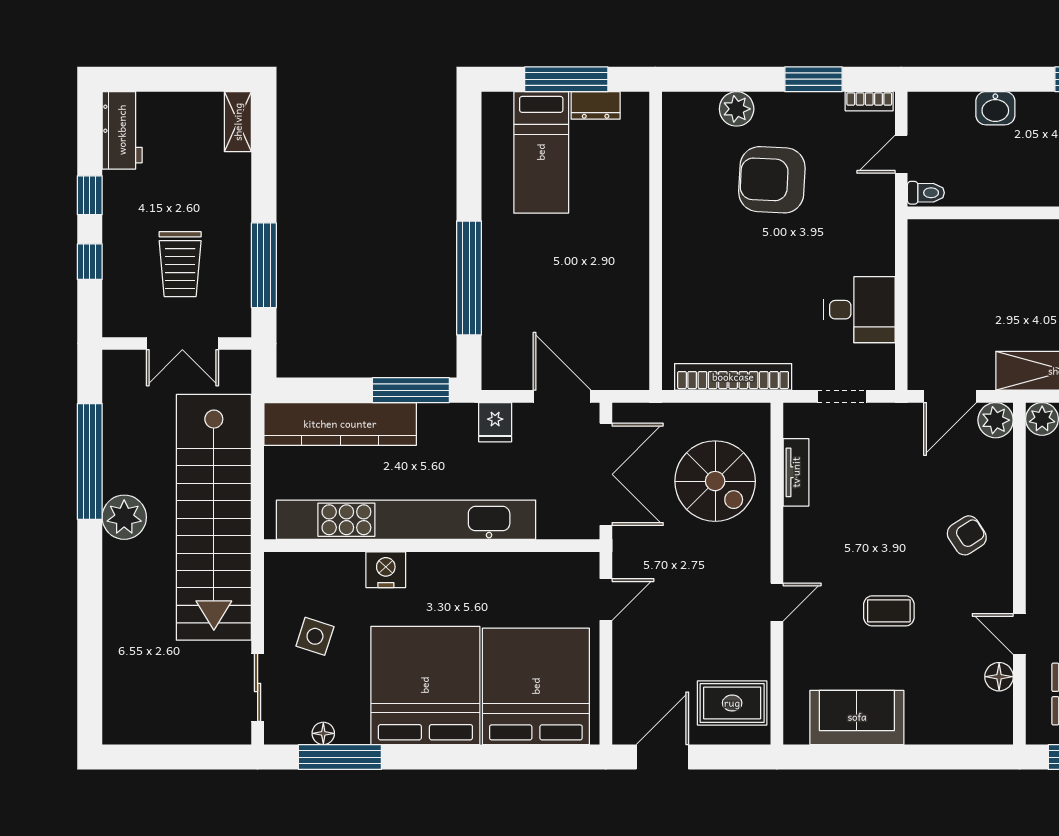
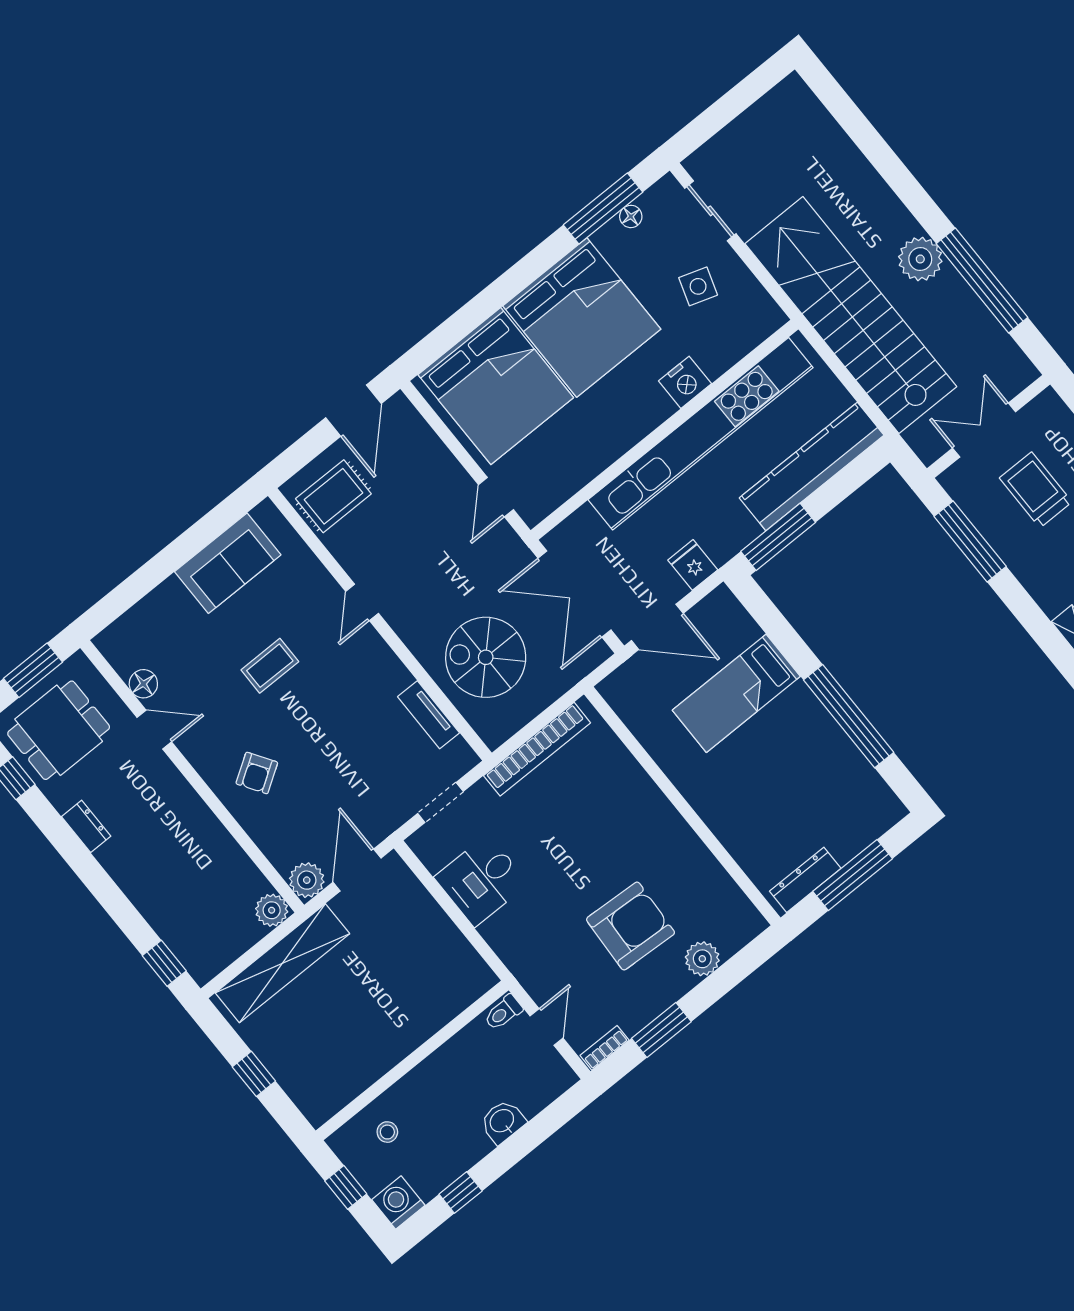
dresser: (596, 105) -> (805, 880), width x1.44
bed: (541, 152) -> (736, 693), moved, turned -90
window: (469, 278) -> (849, 716), moved

